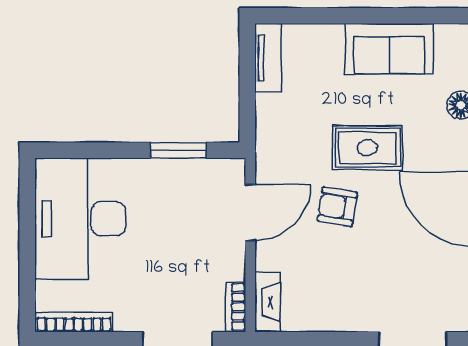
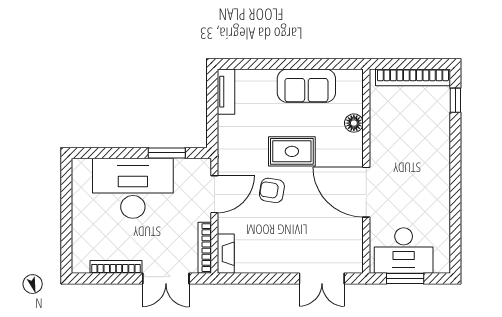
desk: (80, 219) -> (133, 188), moved, turned 90
bookcase: (236, 307) -> (205, 248), width x1.56
bookcase: (74, 322) -> (116, 267), moved

